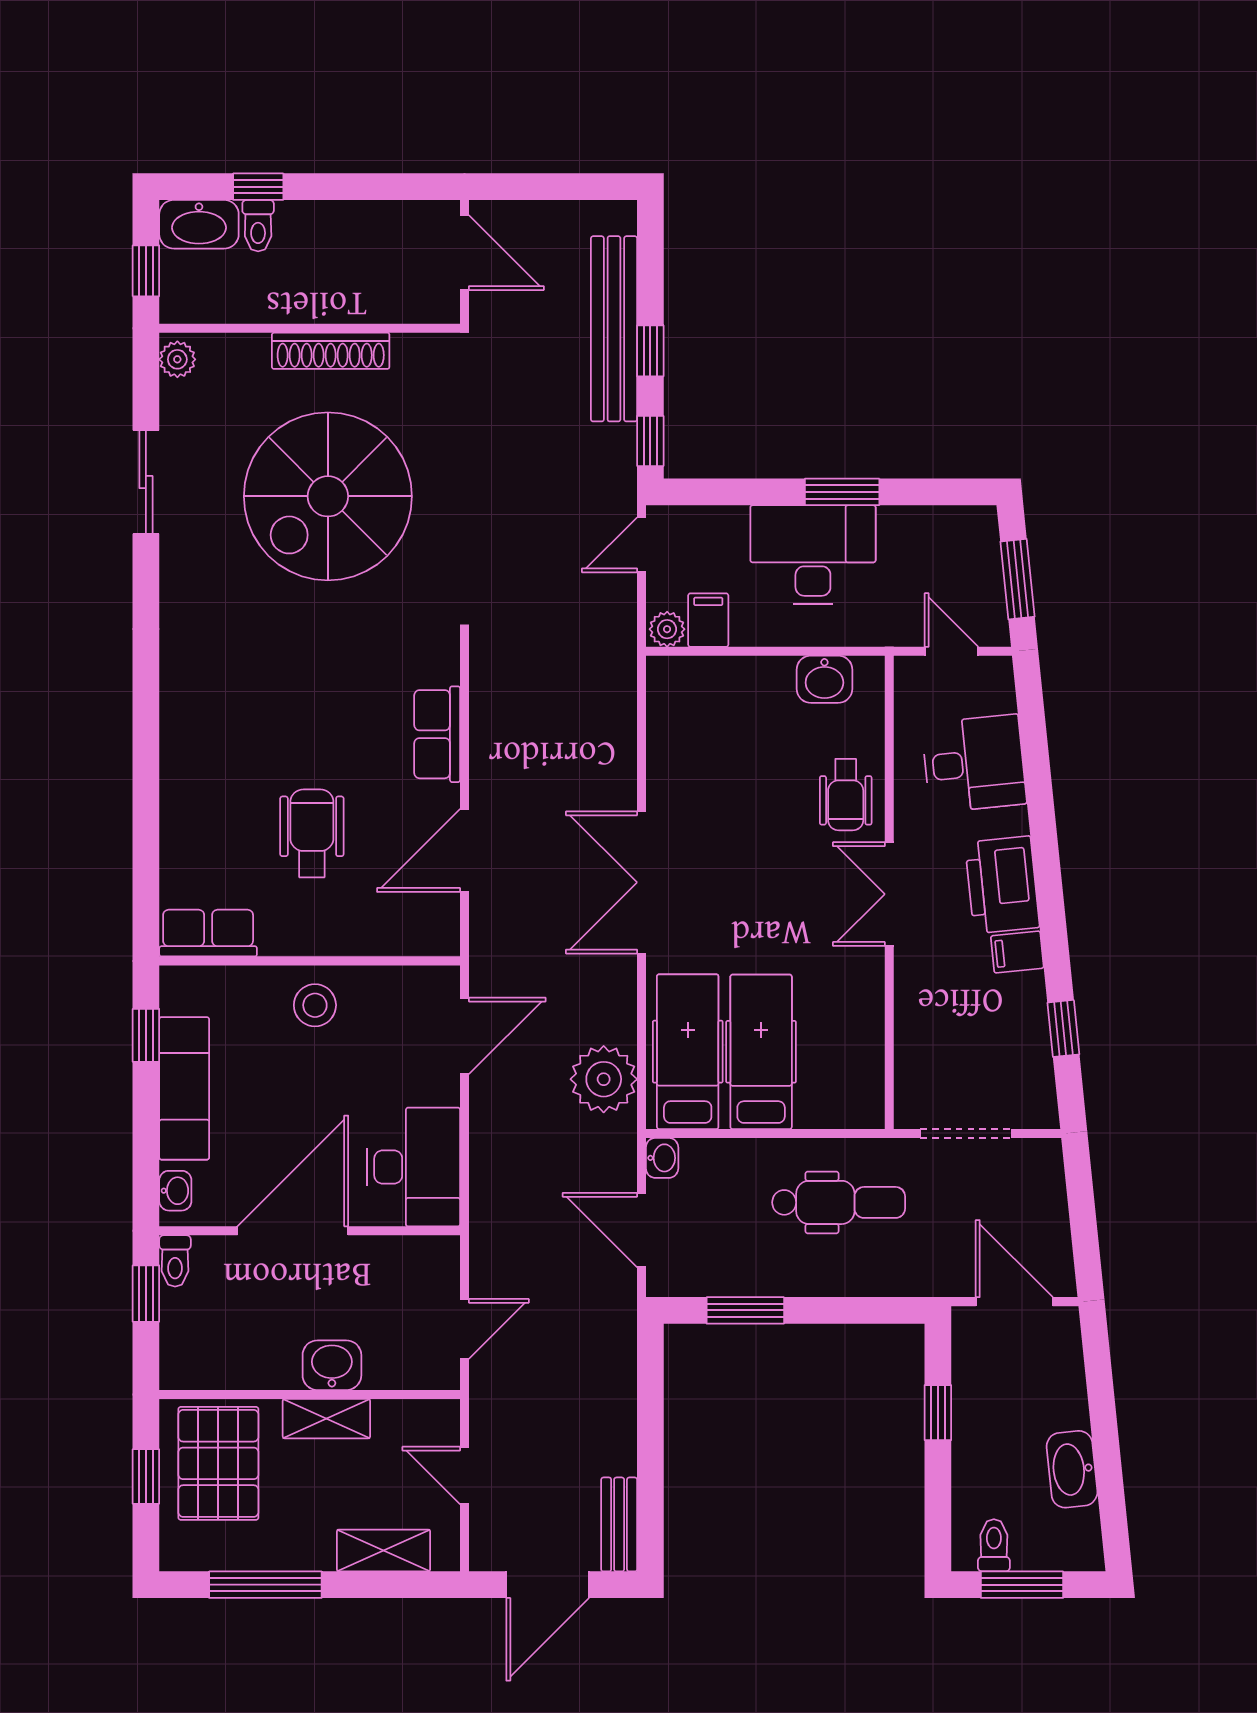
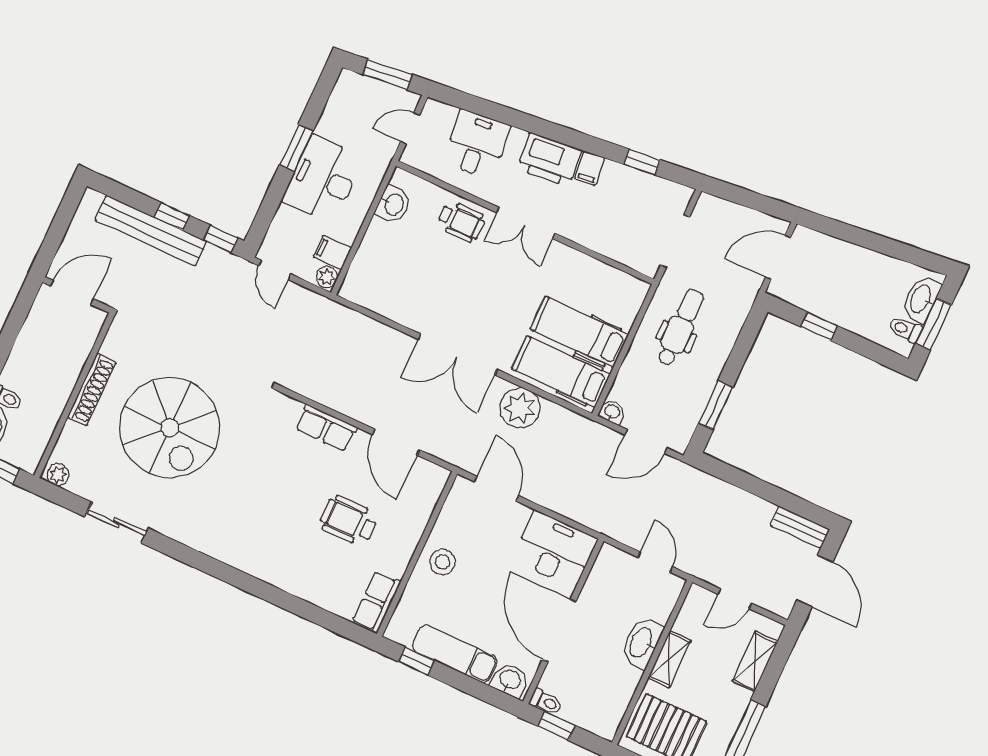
plant: (604, 1079) -> (520, 408), moved
washbasin: (175, 1191) -> (510, 680), width x1.38, depth x1.45
washbasin: (332, 1365) -> (642, 643), width x1.38
washbasin: (1072, 1469) -> (921, 299), moved, turned 96

